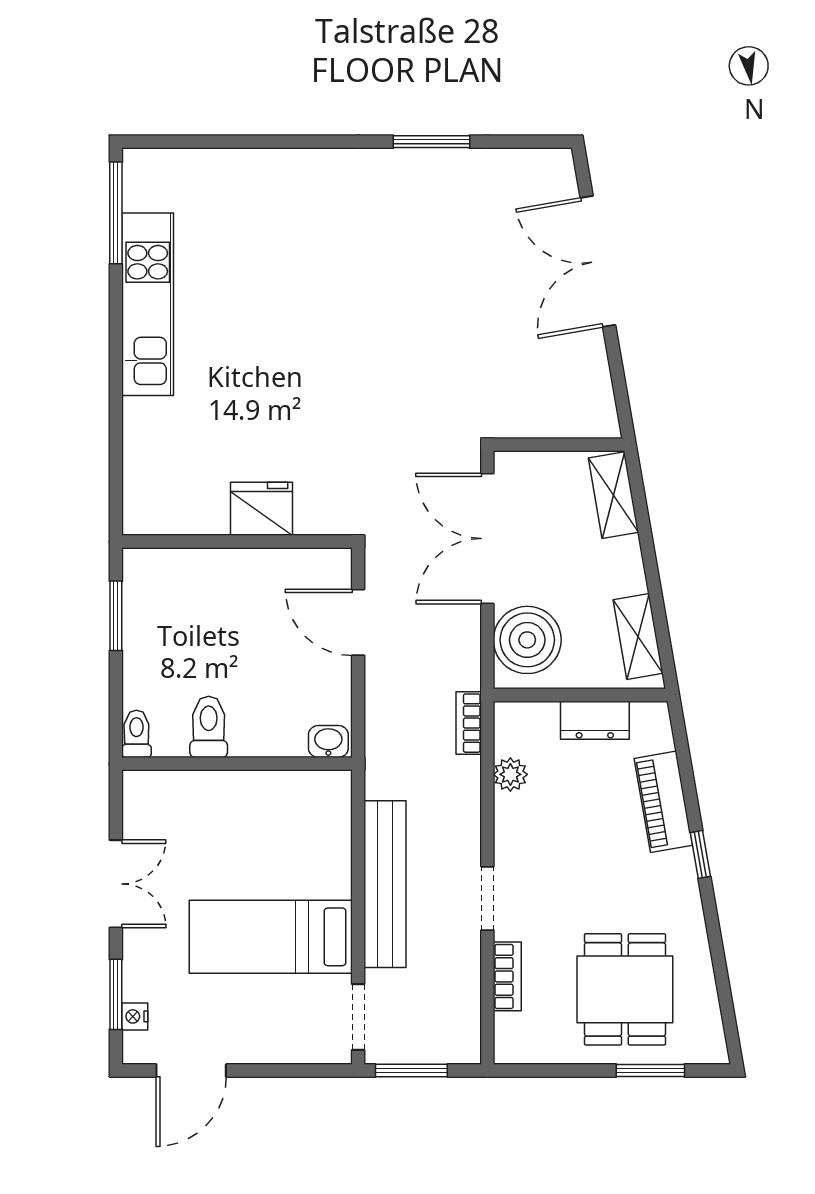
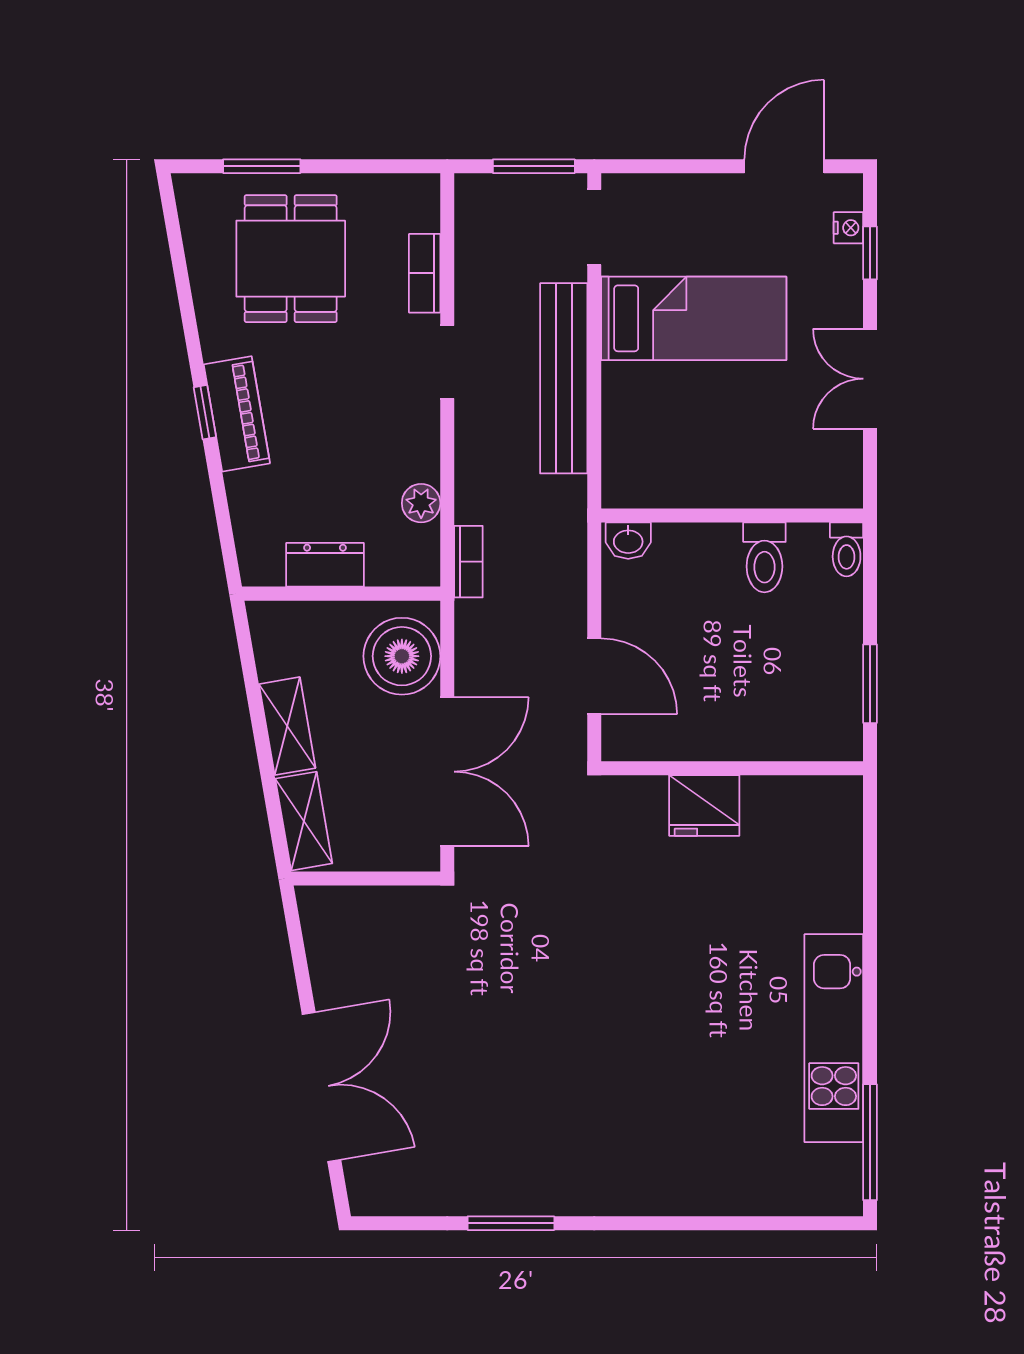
shelving: (638, 636) -> (287, 726), moved
piano: (663, 802) -> (237, 414), moved
window: (116, 994) -> (870, 253), width x0.67

